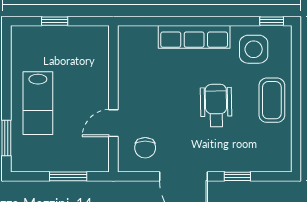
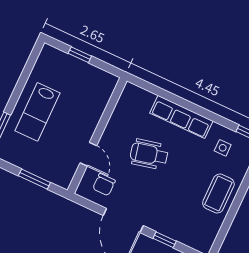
side table: (254, 49) -> (223, 148), width x0.54, depth x0.54
wheelchair: (216, 105) -> (149, 154), moved, turned -102
door: (113, 123) -> (88, 154), swing flipped

